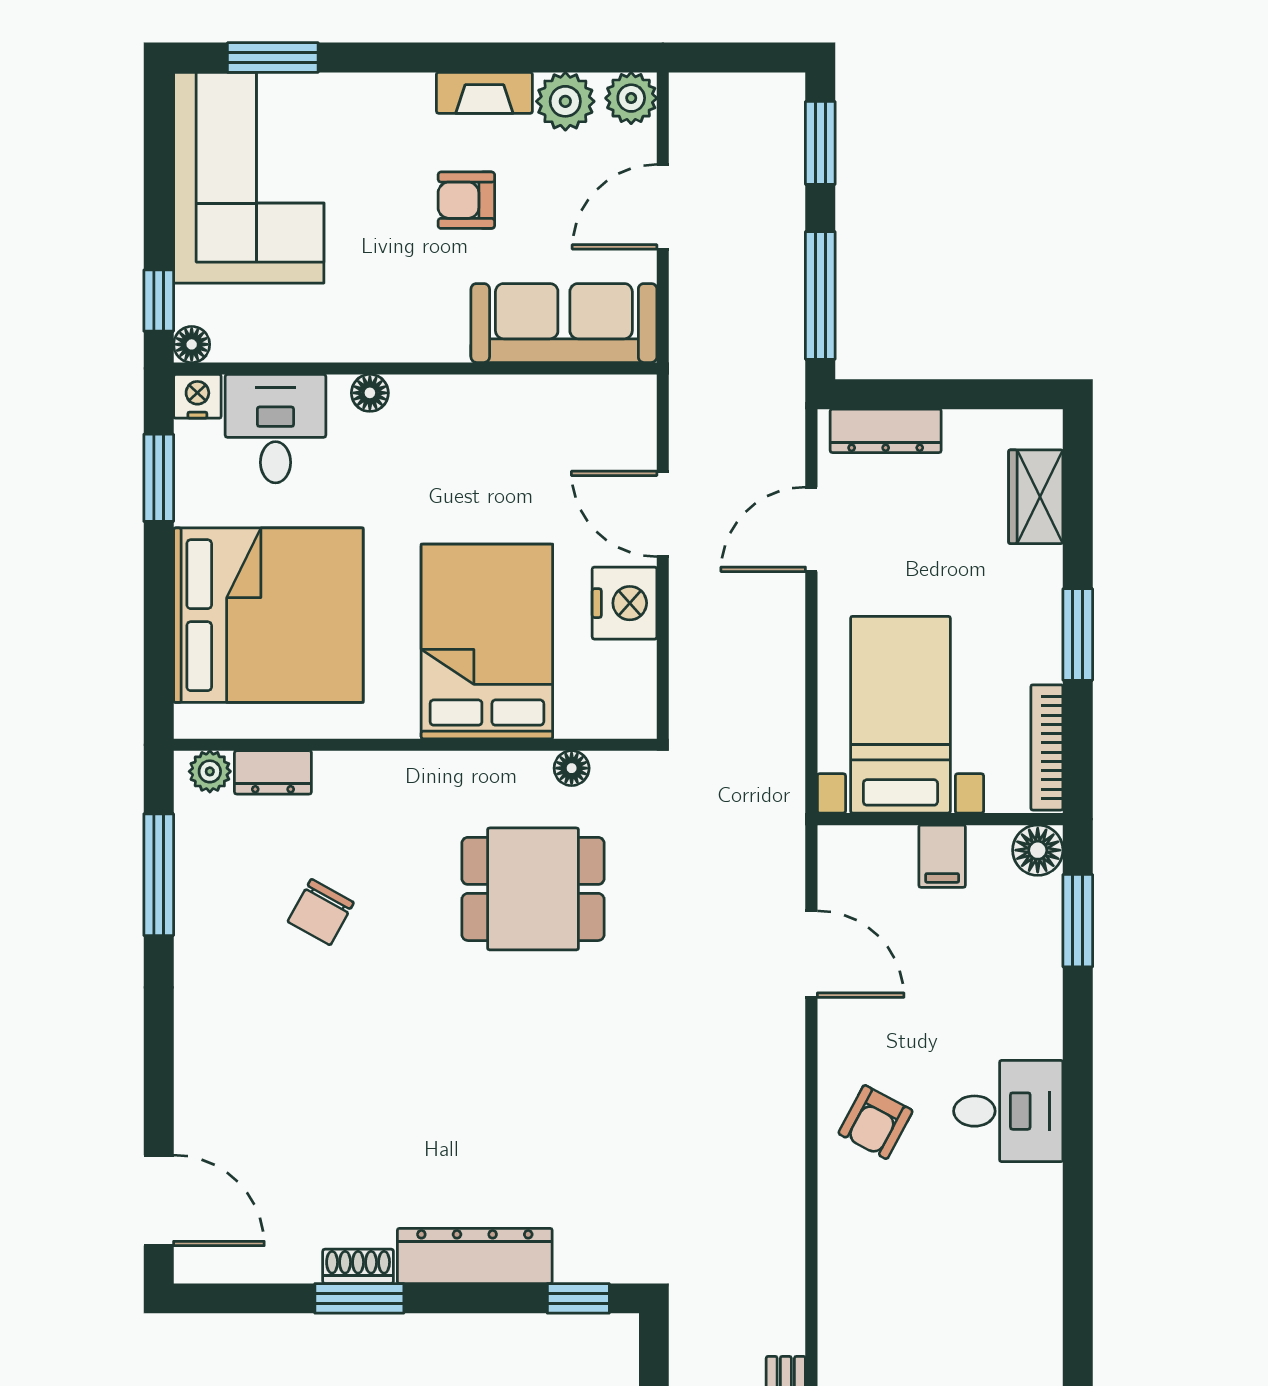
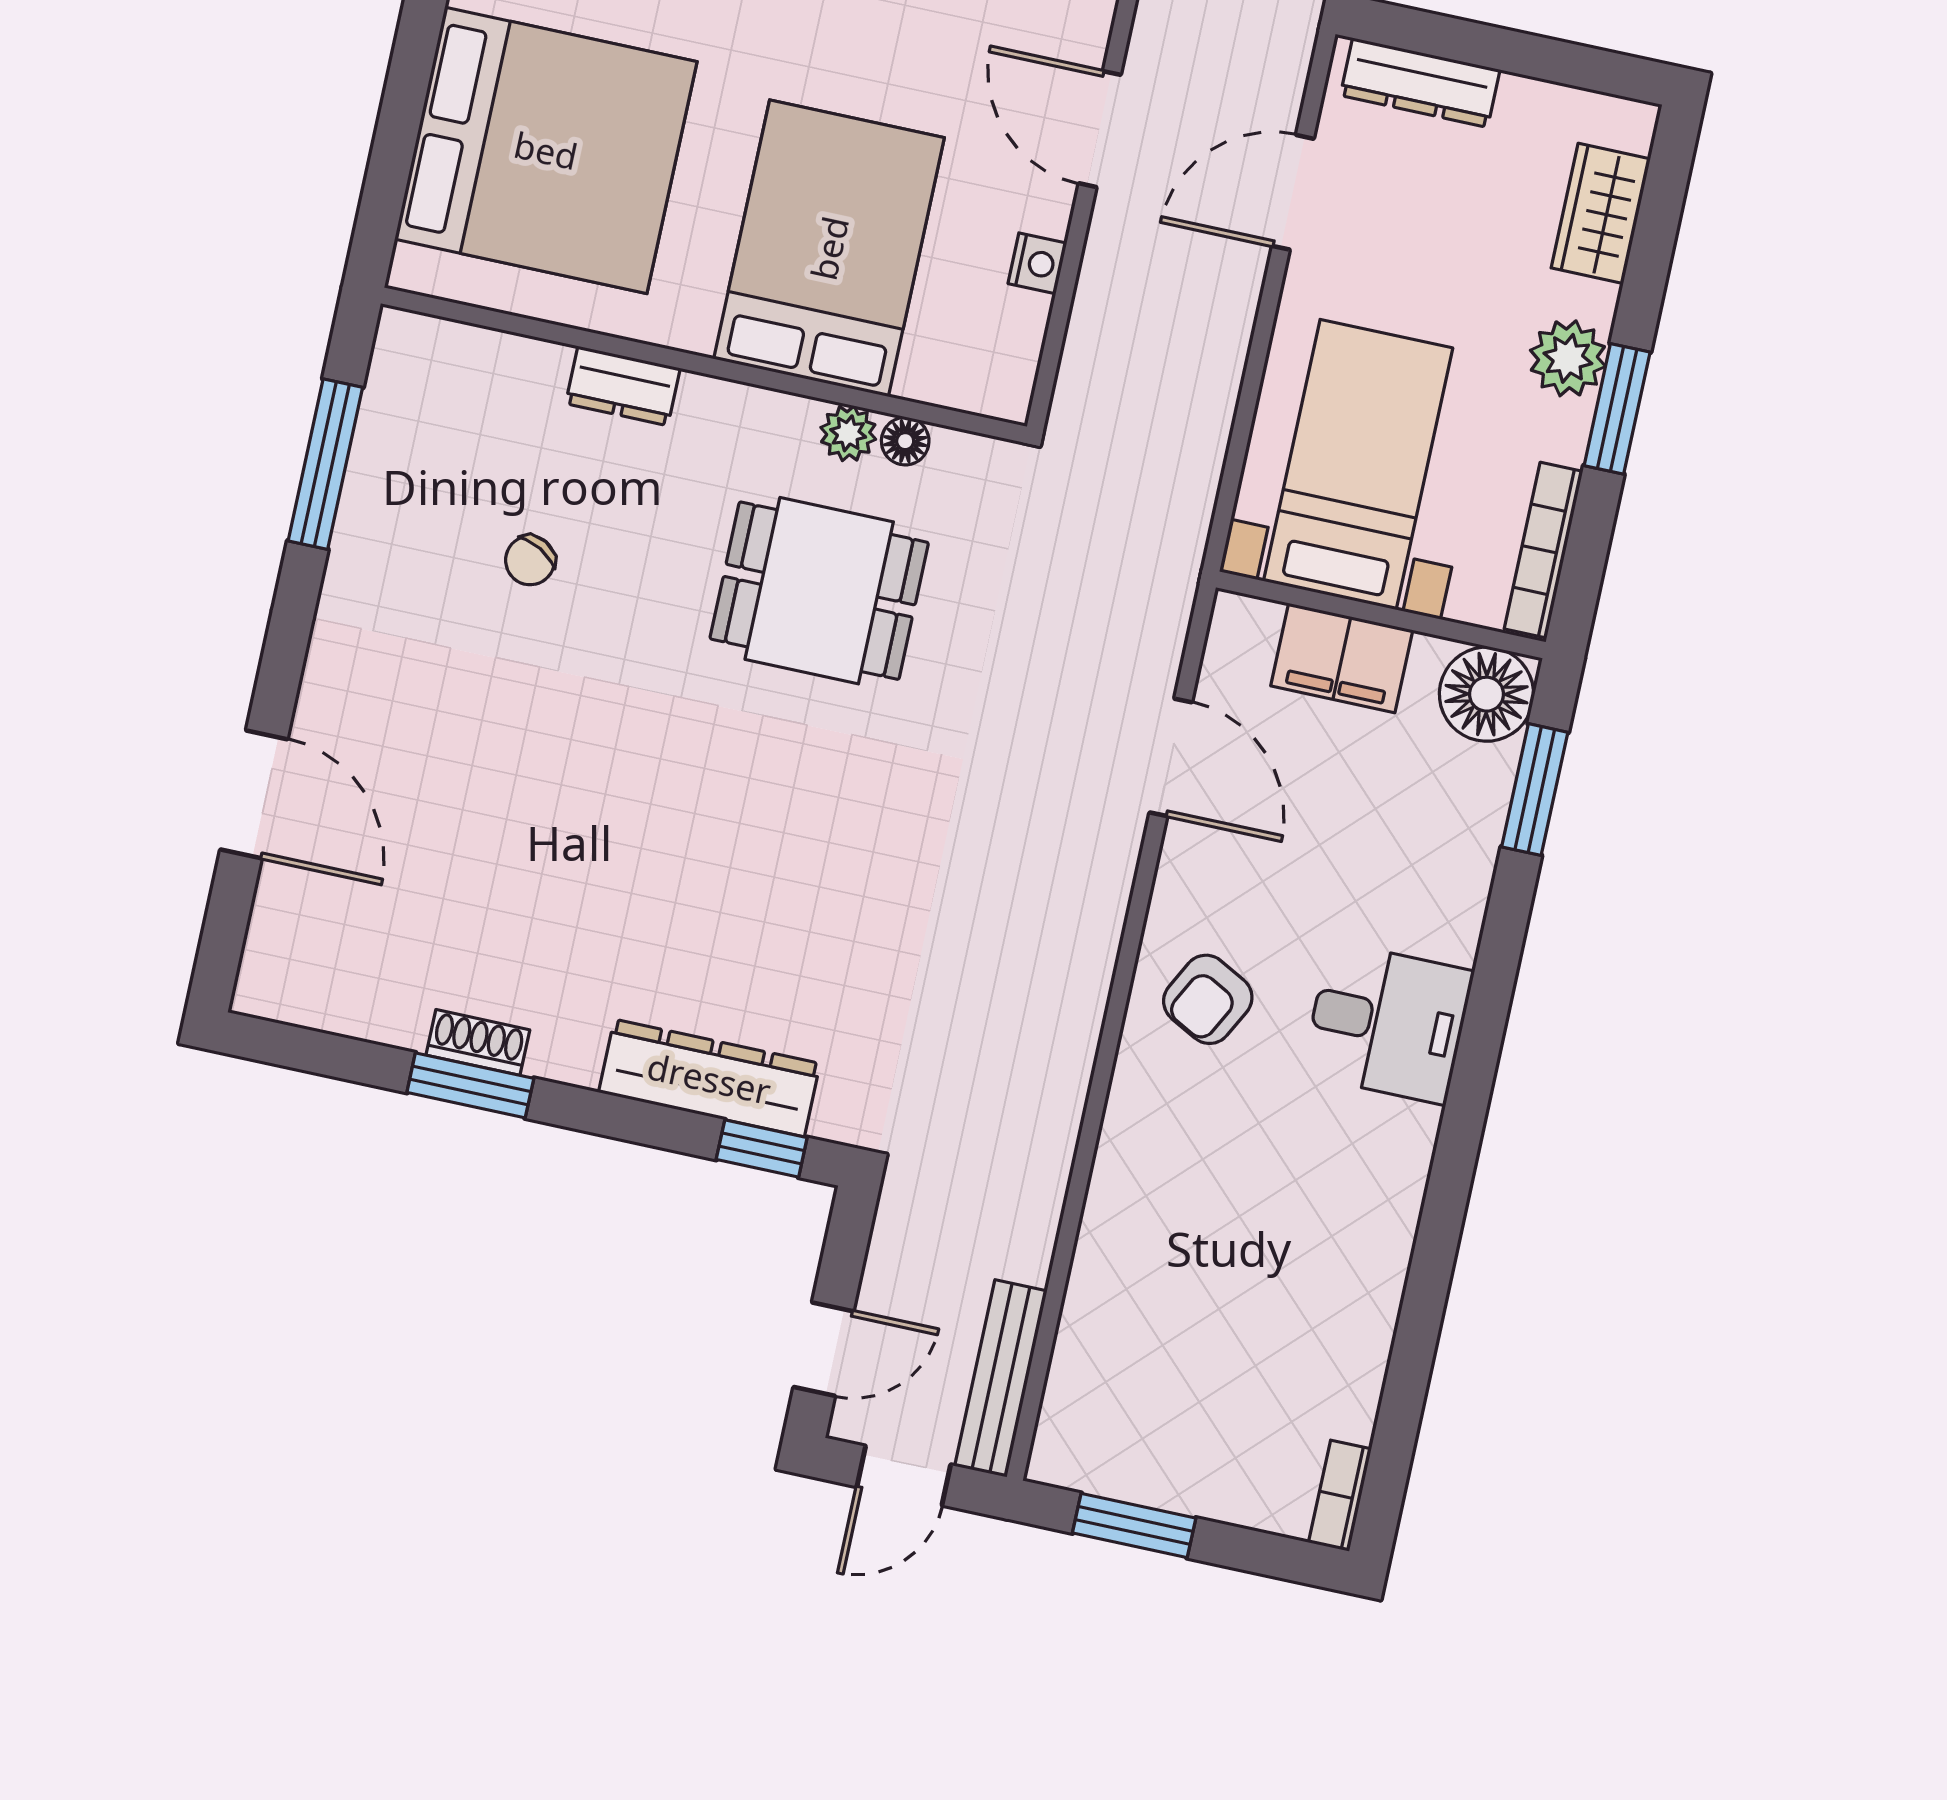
nightstand: (625, 603) -> (1037, 263), width x0.53, depth x0.56
plant: (1035, 606) -> (1568, 358), added
plant: (210, 771) -> (848, 433), moved
dresser: (273, 772) -> (623, 386), moved
floor lamp: (1038, 850) -> (1486, 694), width x1.38, depth x1.38
filing cabinet: (942, 856) -> (1342, 658), width x2.00
chair: (321, 912) -> (530, 560), width x0.73, depth x0.73
door: (159, 1200) -> (254, 794), moved
dresser: (475, 1256) -> (709, 1078), moved

